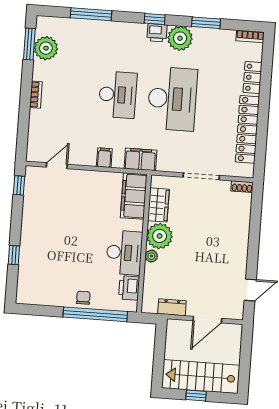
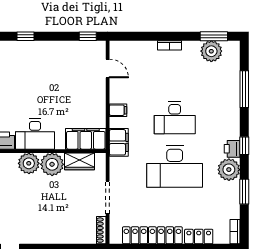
shoe rack: (242, 187) -> (101, 230), width x1.43
plant: (151, 256) -> (29, 163), width x1.88, depth x1.88

